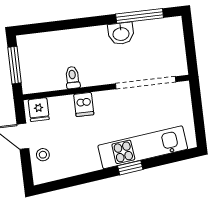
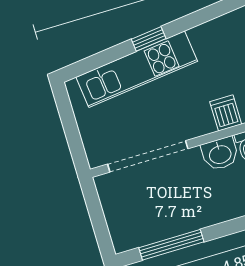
washbasin: (121, 33) -> (220, 154), moved, turned 180

